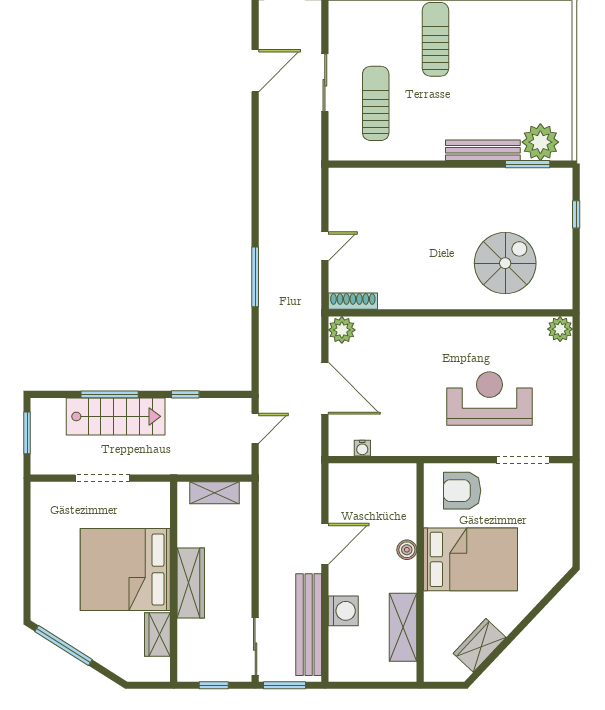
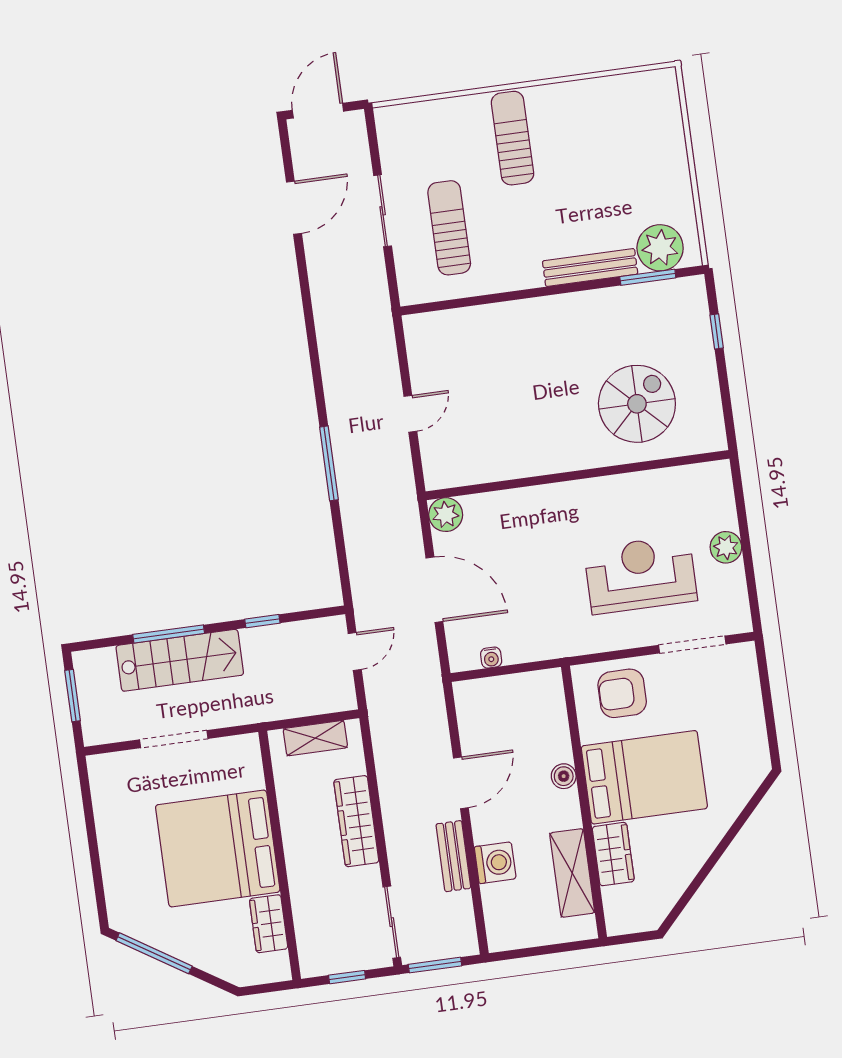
shoe rack: (353, 301) -> (454, 477), removed
plant: (560, 329) -> (726, 547), moved
wardrobe: (191, 583) -> (356, 821), moved, turned 180
bench: (309, 625) -> (453, 856), width x0.54, depth x0.82
wardrobe: (480, 645) -> (613, 854), moved, turned 137

